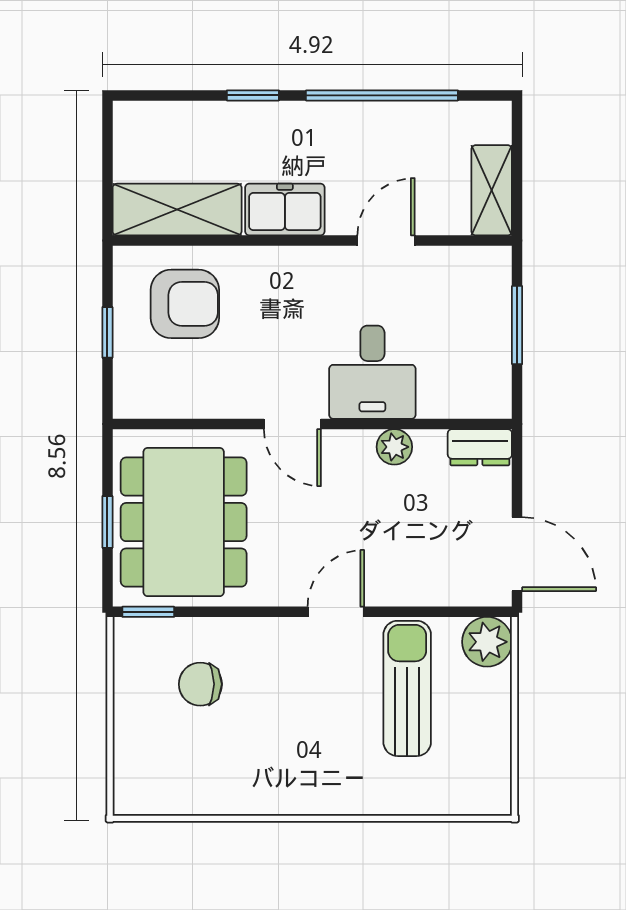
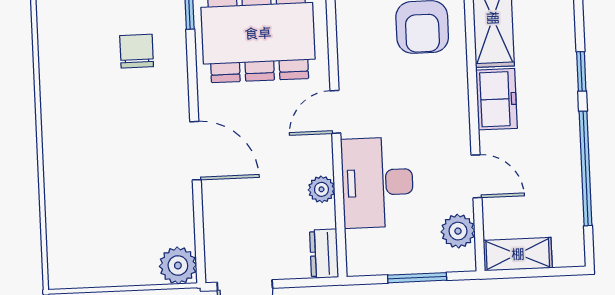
plant: (458, 268) -> (458, 231), added
desk: (372, 372) -> (377, 182), width x1.37
door: (336, 612) -> (196, 151), width x1.38
sun lounger: (407, 688) -> (140, 207), removed

